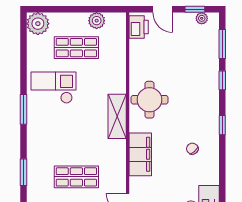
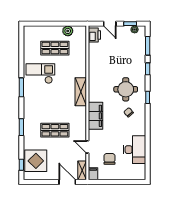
plant: (38, 24) -> (30, 33), removed
round table: (149, 100) -> (126, 89), moved

